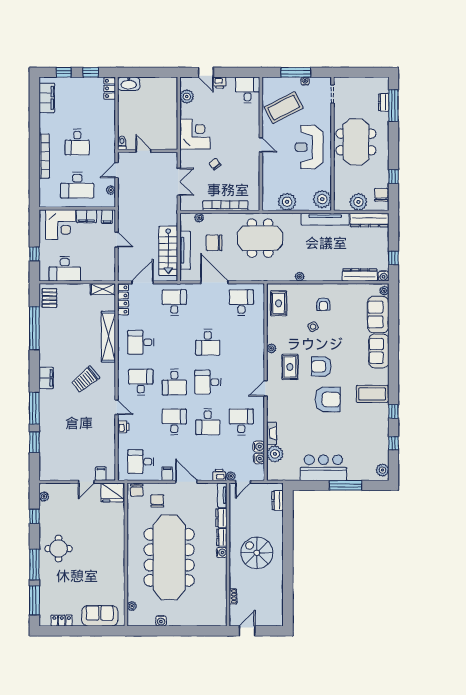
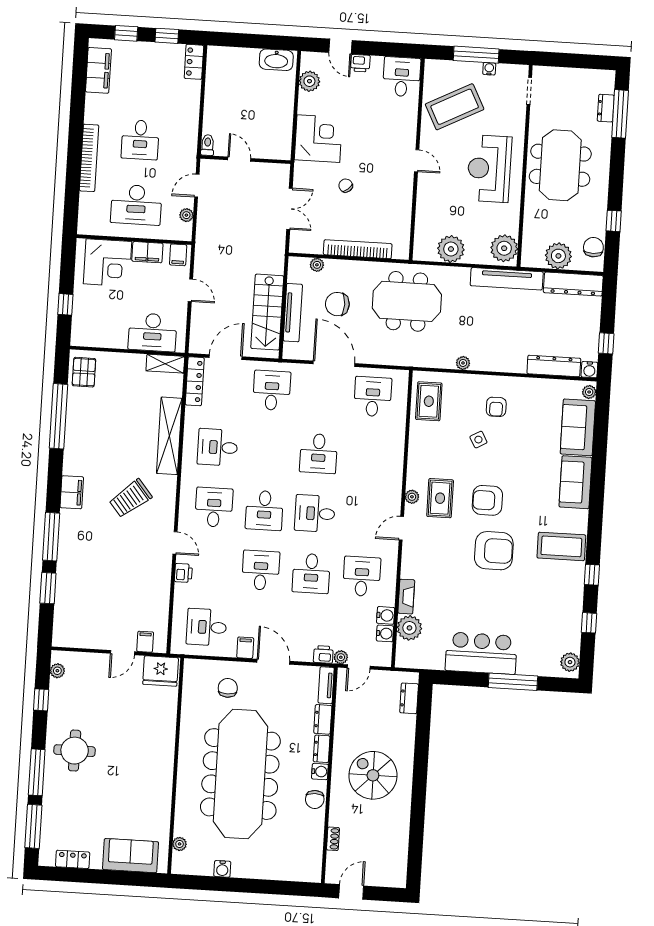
washbasin: (129, 84) -> (276, 60), moved
desk: (65, 269) -> (152, 332), moved
plant: (271, 348) -> (412, 497), moved
chair: (137, 490) -> (315, 799), moved

